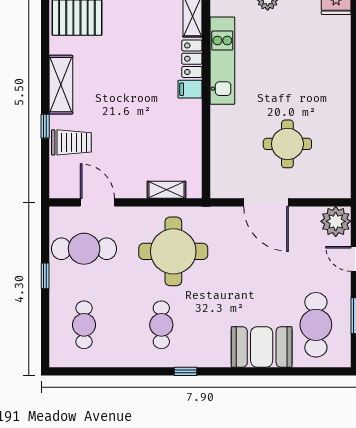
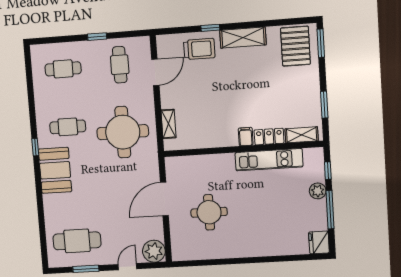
trolley: (71, 142) -> (199, 49), turned -90
cafe table: (84, 249) -> (120, 65), width x0.73, depth x0.74
booth: (262, 347) -> (55, 170), moved

